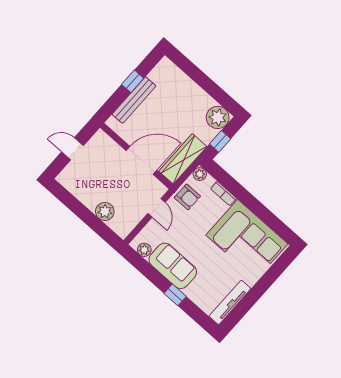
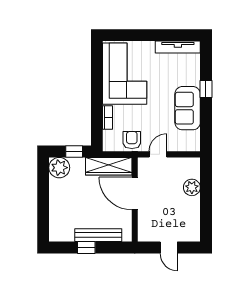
plant: (200, 174) -> (109, 146), removed
plant: (144, 250) -> (194, 137), removed

